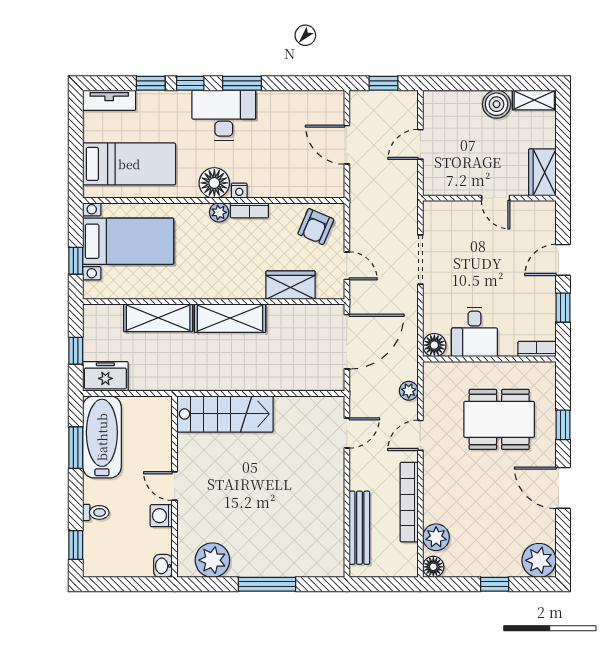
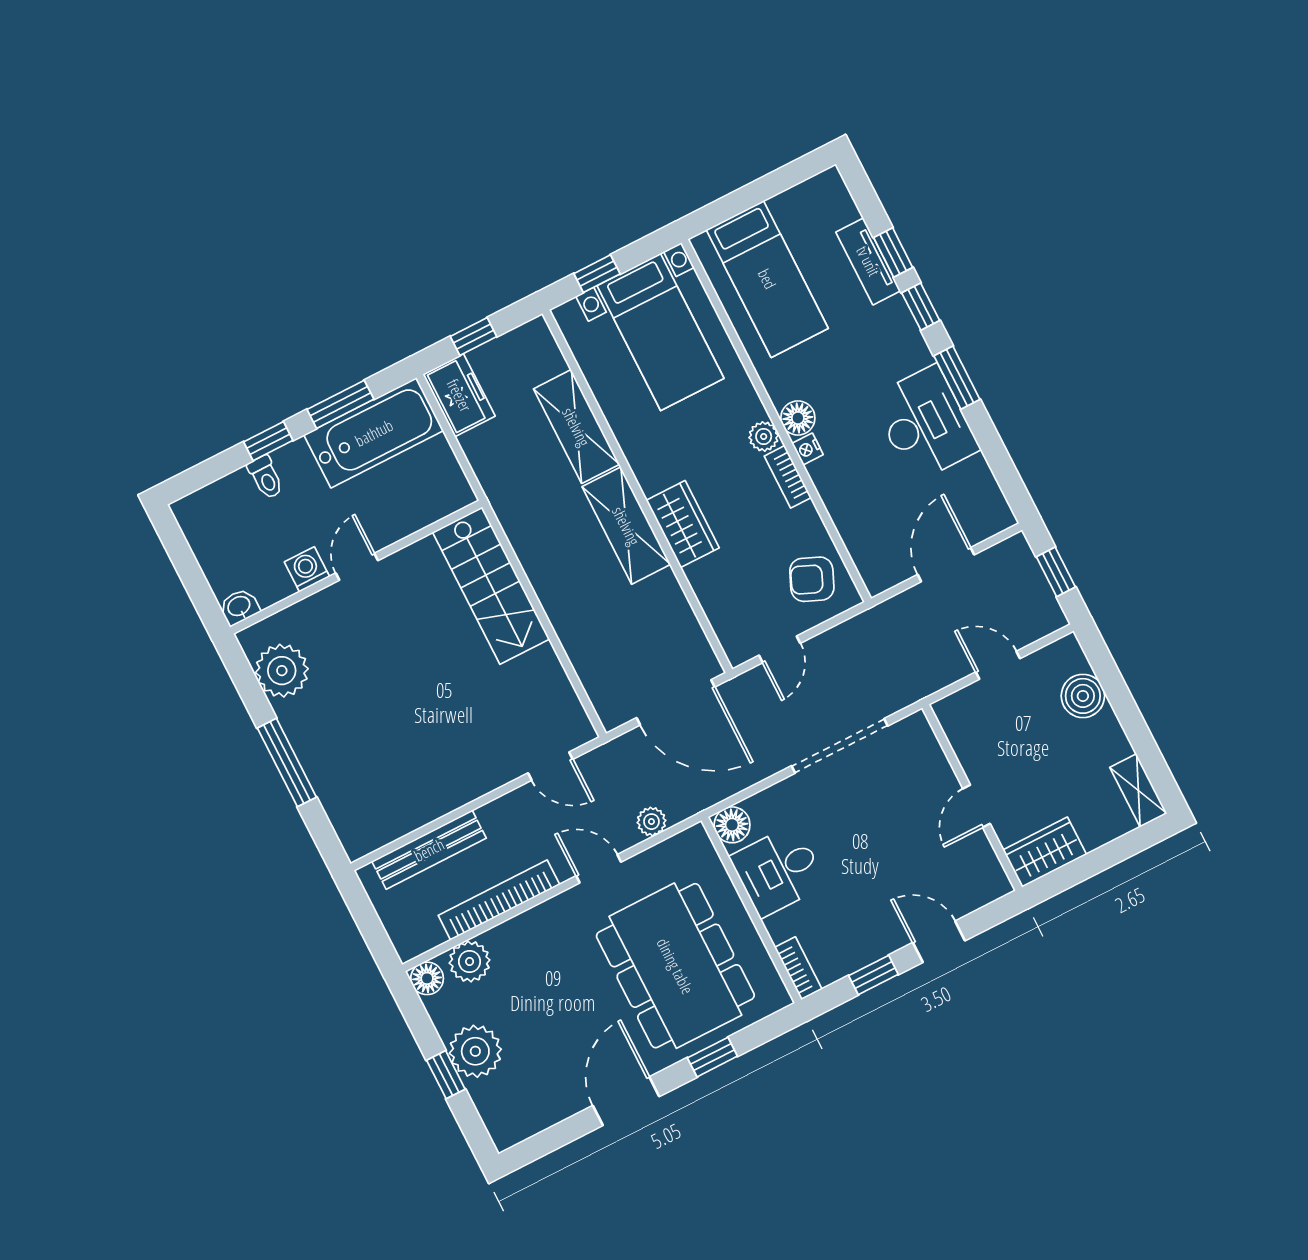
tv unit: (109, 100) -> (868, 261), moved
boiler: (497, 104) -> (1083, 696), moved
desk: (224, 115) -> (925, 424), moved
floor lamp: (214, 183) -> (798, 418), width x0.73, depth x0.73
doorway: (420, 260) -> (840, 746), width x1.36
wardrobe: (291, 285) -> (683, 524), moved
dining table: (499, 419) -> (675, 966), width x1.36, depth x1.24
window: (76, 545) -> (268, 441), moved
plant: (539, 560) -> (475, 1051), moved

